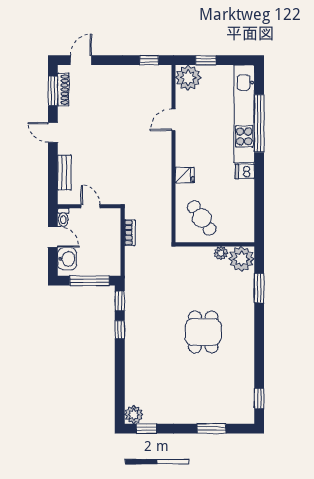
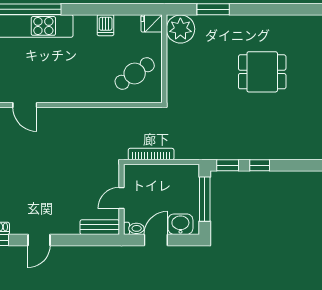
dishwasher: (245, 171) -> (106, 25), moved
bench: (64, 173) -> (100, 227), moved
fridge: (185, 175) -> (152, 23), moved, turned -90
bookcase: (130, 233) -> (151, 154), width x1.56
plant: (221, 253) -> (174, 52), removed

